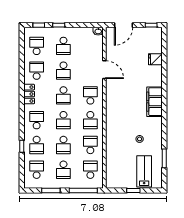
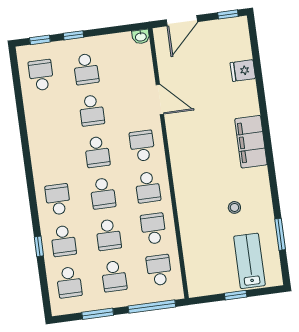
school desk: (37, 71) -> (47, 117), removed
locker: (29, 94) -> (39, 157), removed
school desk: (37, 170) -> (69, 282), turned 180

